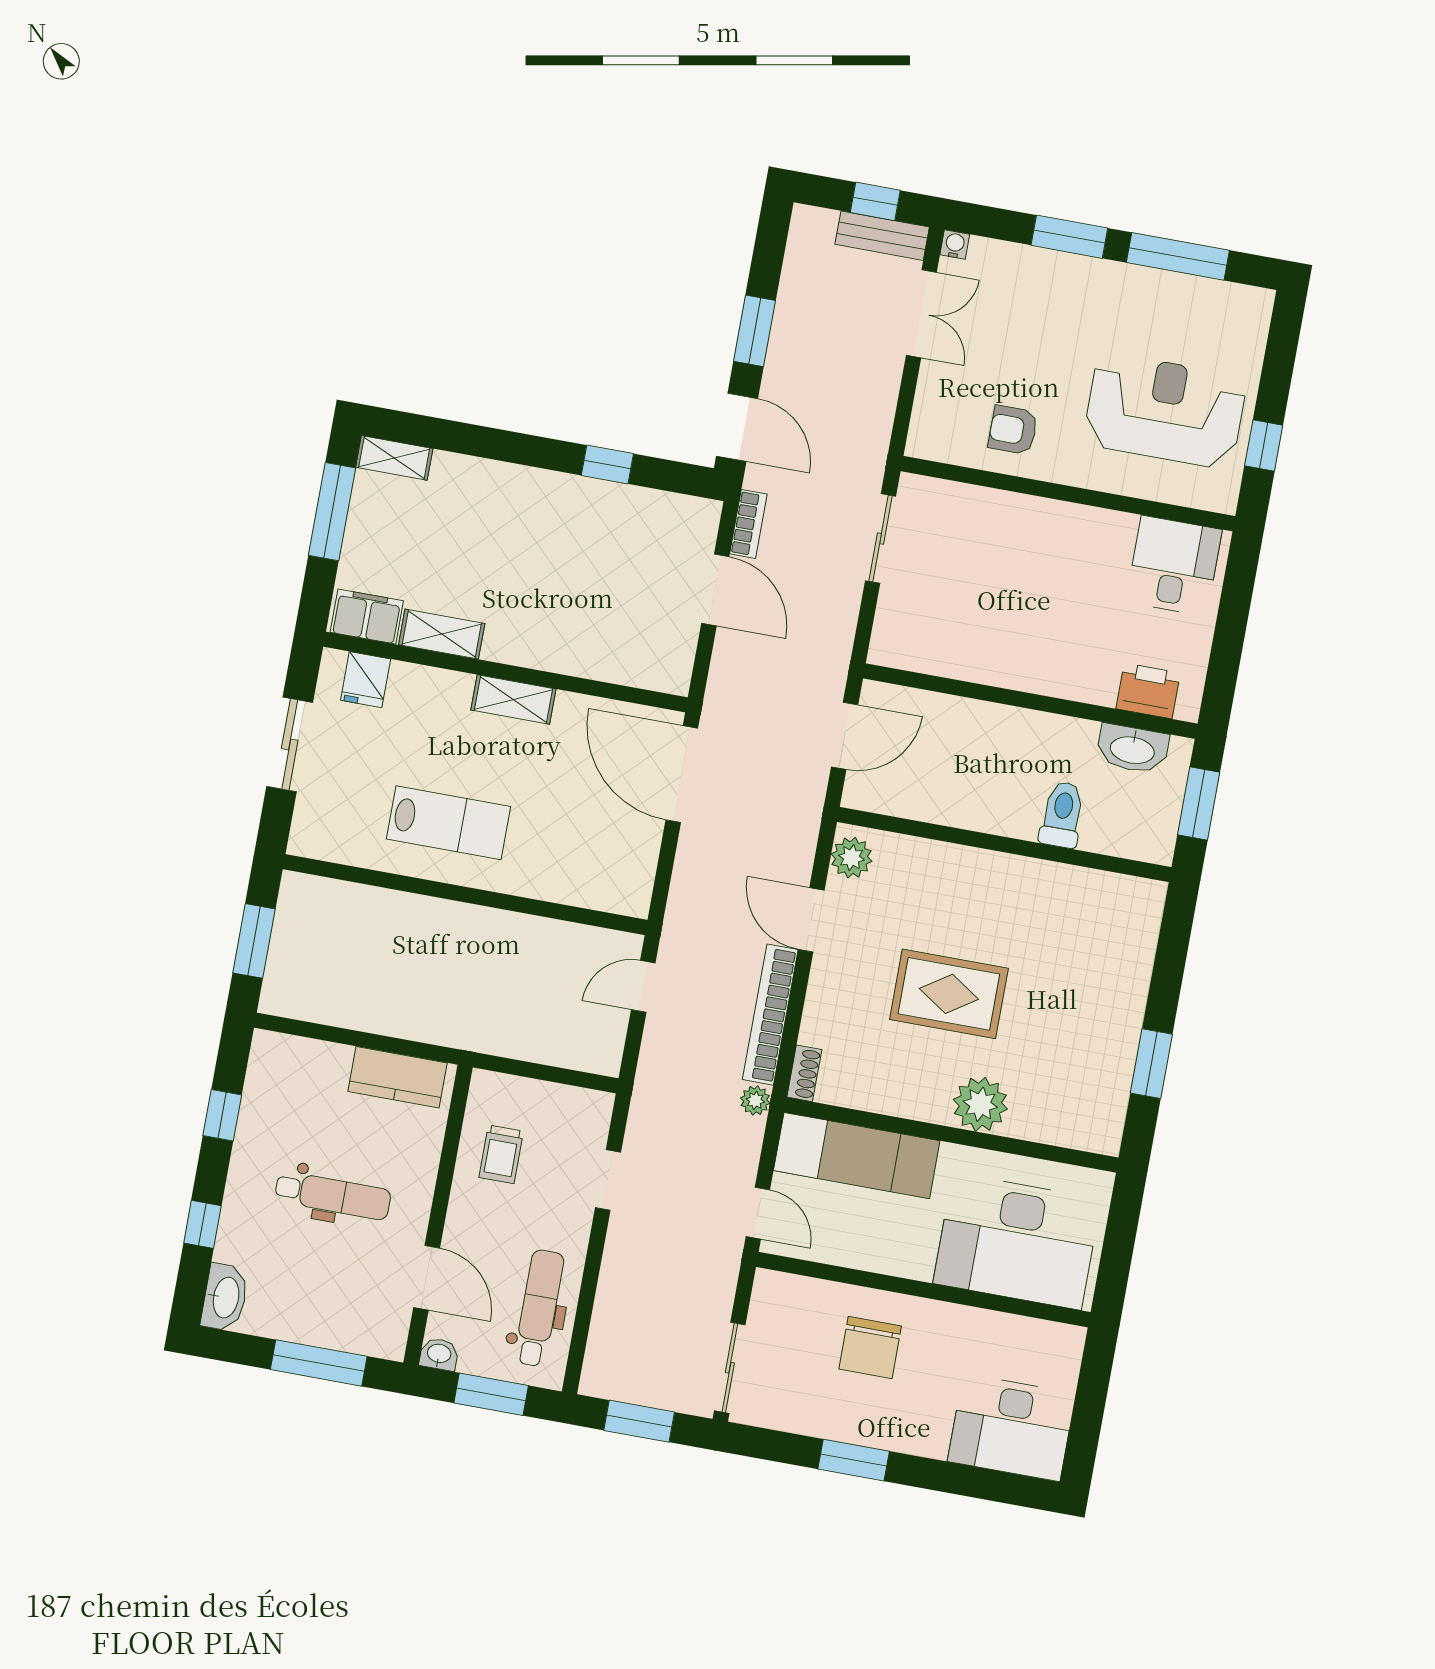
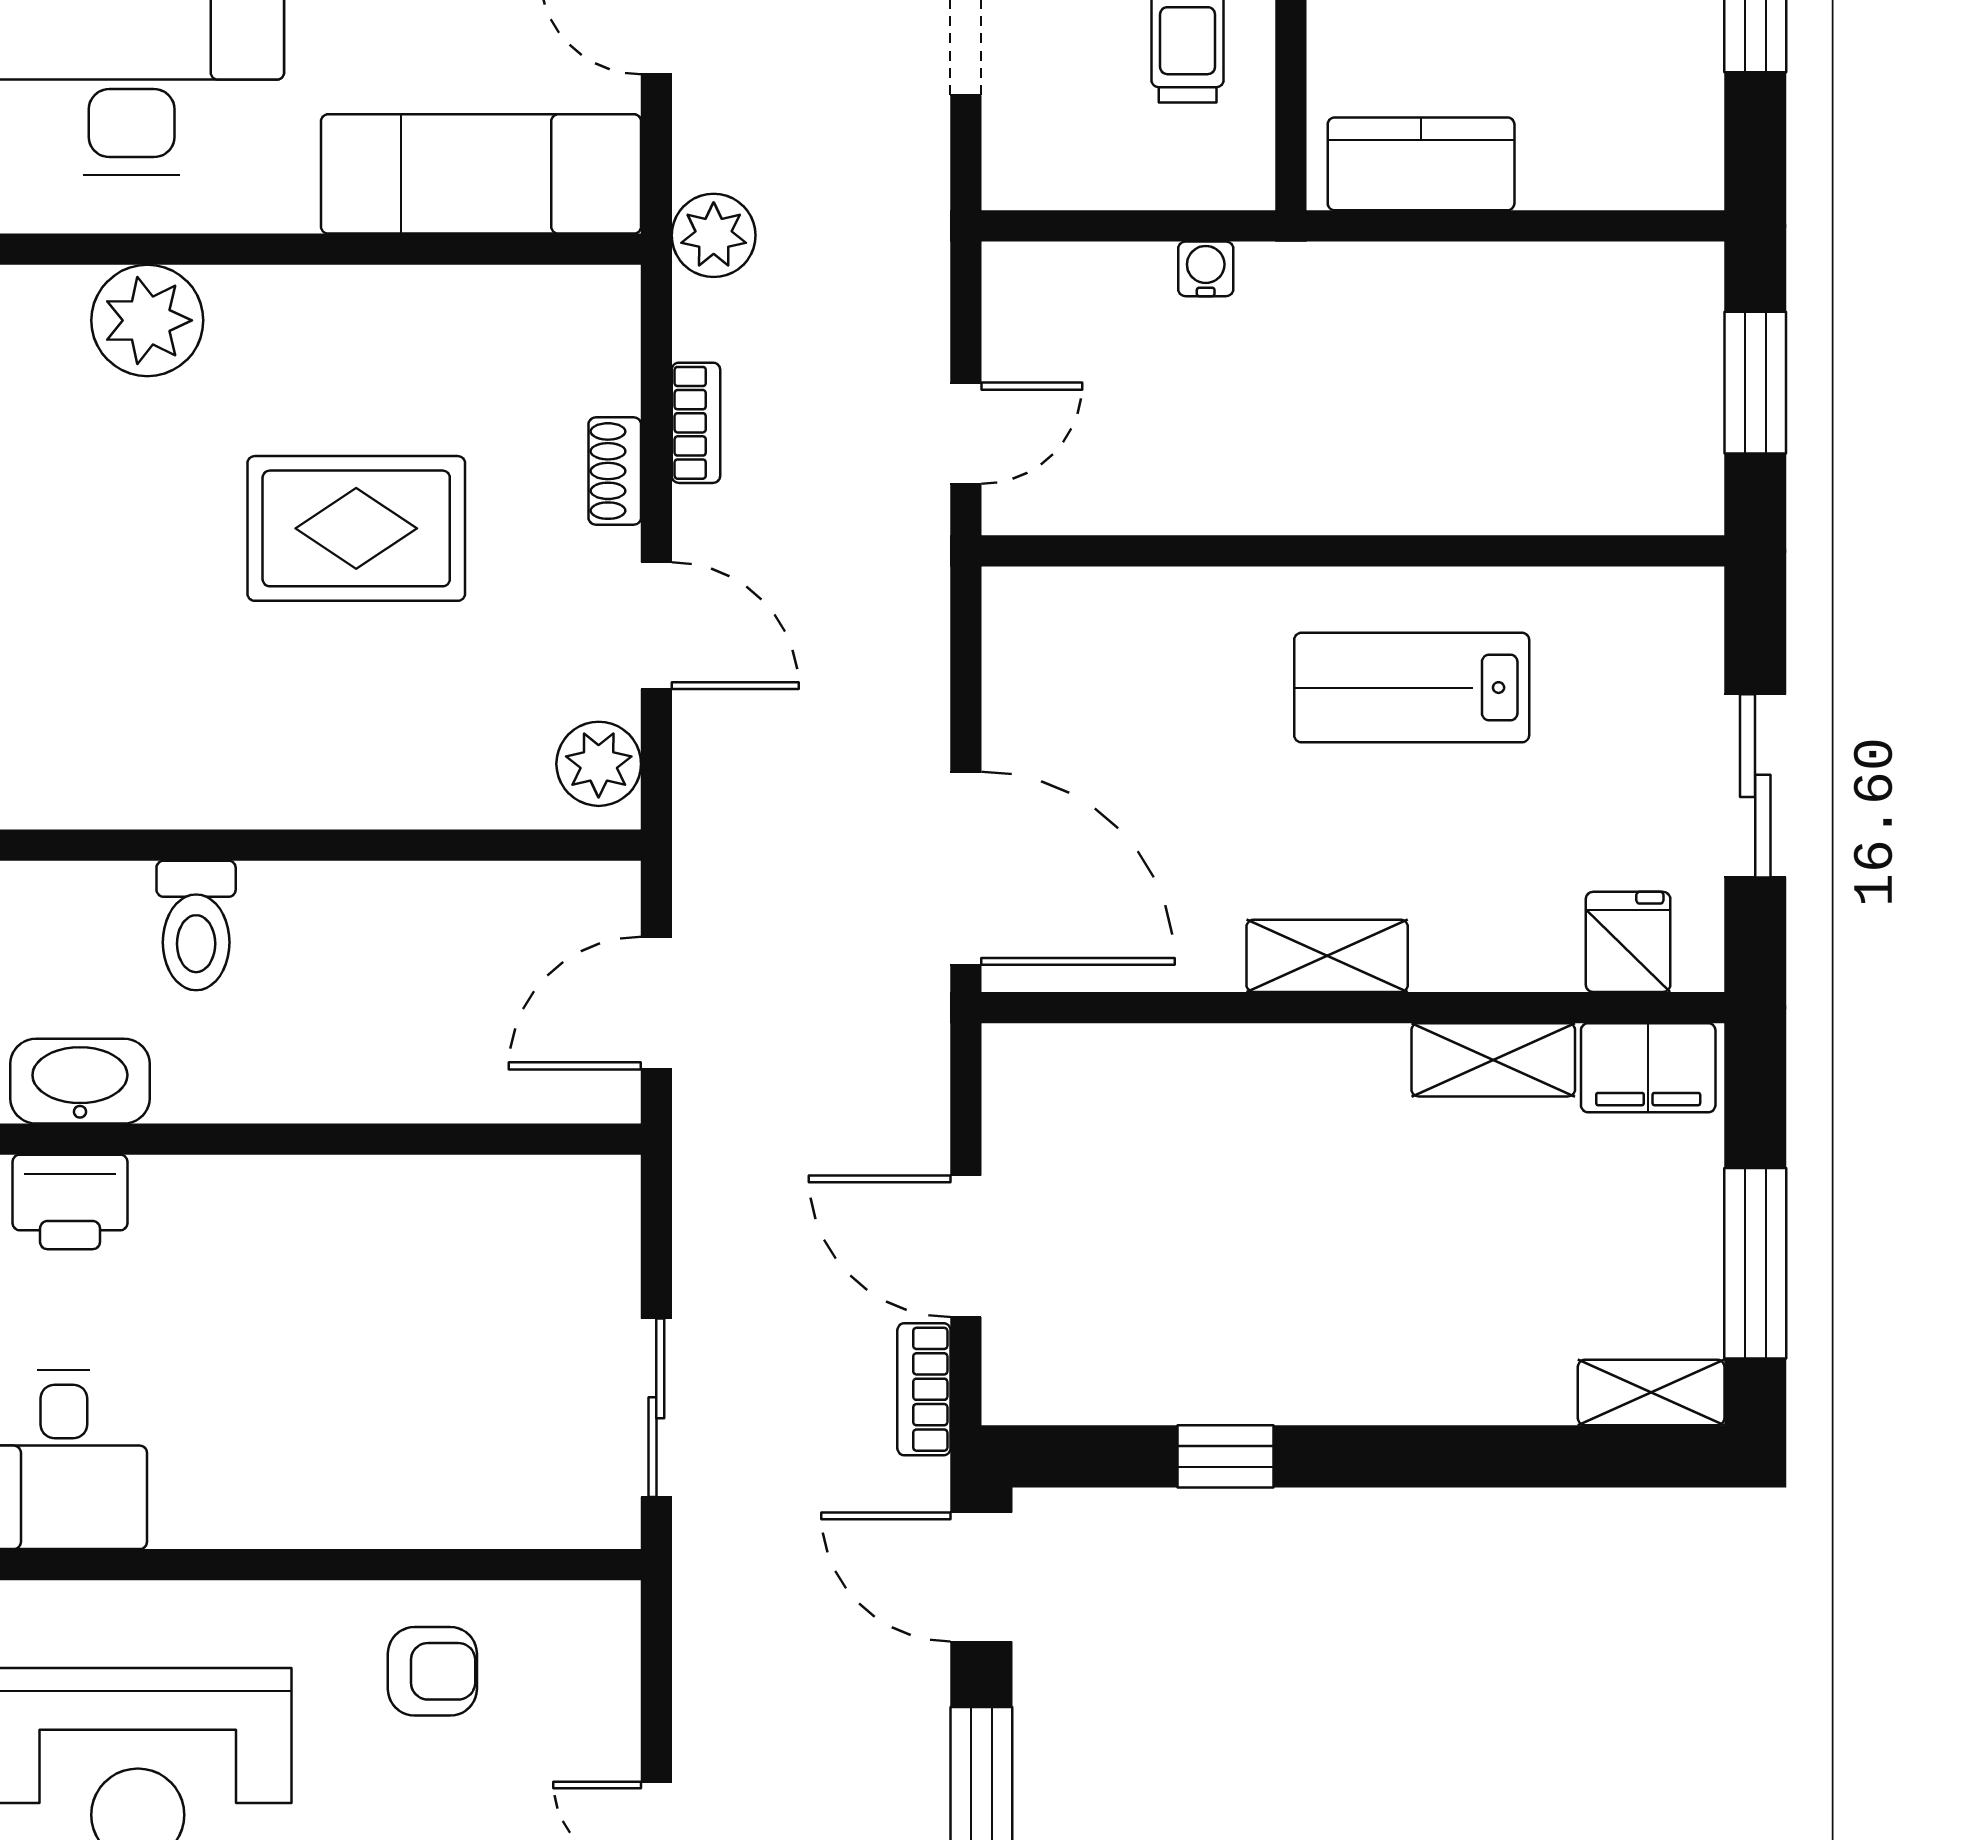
bookcase: (770, 1015) -> (696, 423), width x0.43, depth x0.76
water cooler: (512, 1045) -> (1206, 269), added
shoe rack: (804, 1073) -> (615, 471), moved
plant: (755, 1100) -> (714, 235), width x1.38, depth x1.38
plant: (980, 1104) -> (147, 320), moved

